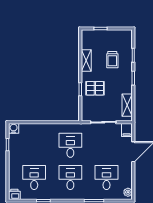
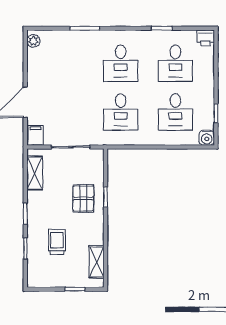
shelving: (86, 61) -> (97, 262), moved
pallet: (95, 88) -> (83, 198), turned 90
desk: (106, 178) -> (175, 112), moved

